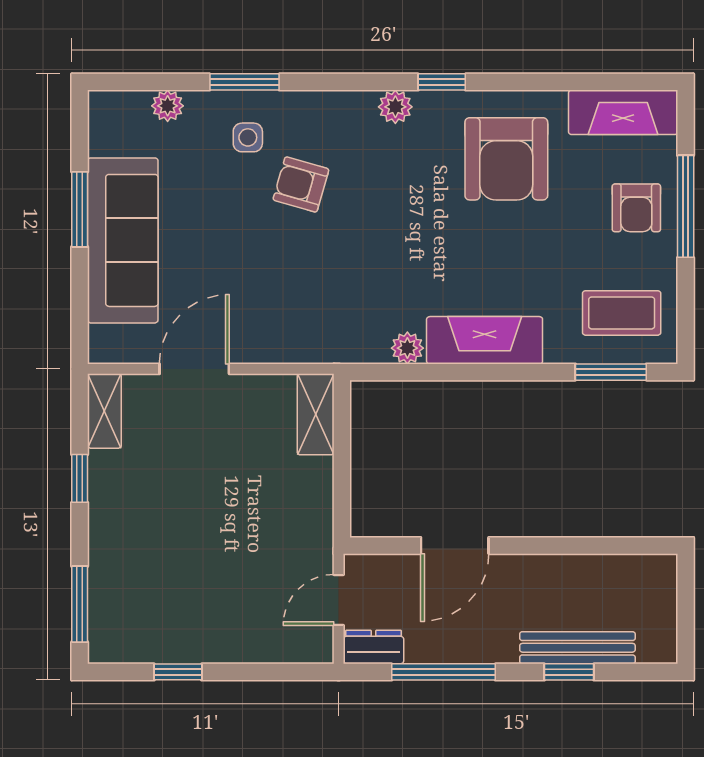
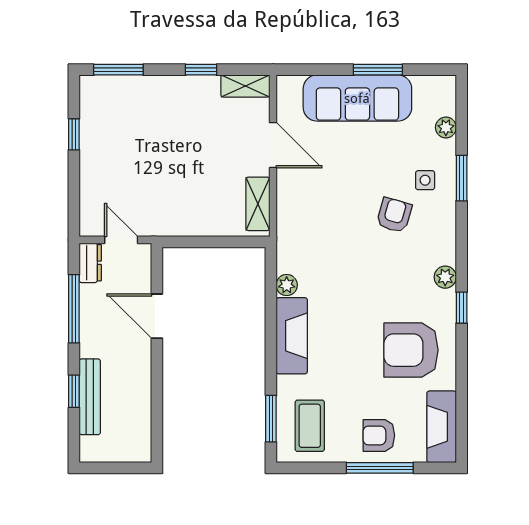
shelving: (316, 414) -> (258, 204), moved, turned 90

